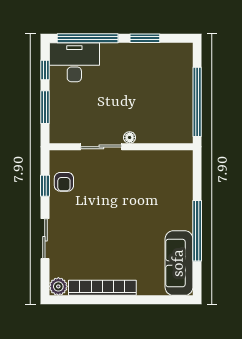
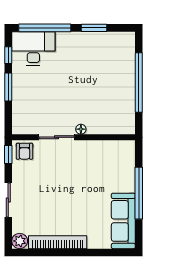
floor lamp: (130, 137) -> (81, 129), moved
sliding door: (101, 147) -> (57, 137), moved
wall: (121, 147) -> (74, 137), moved

